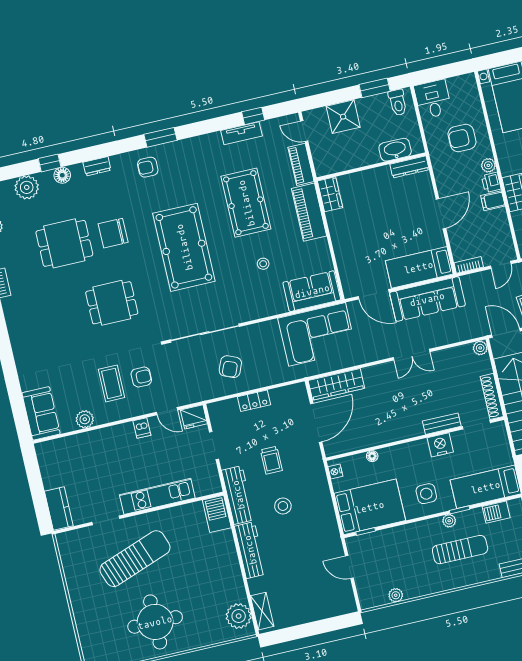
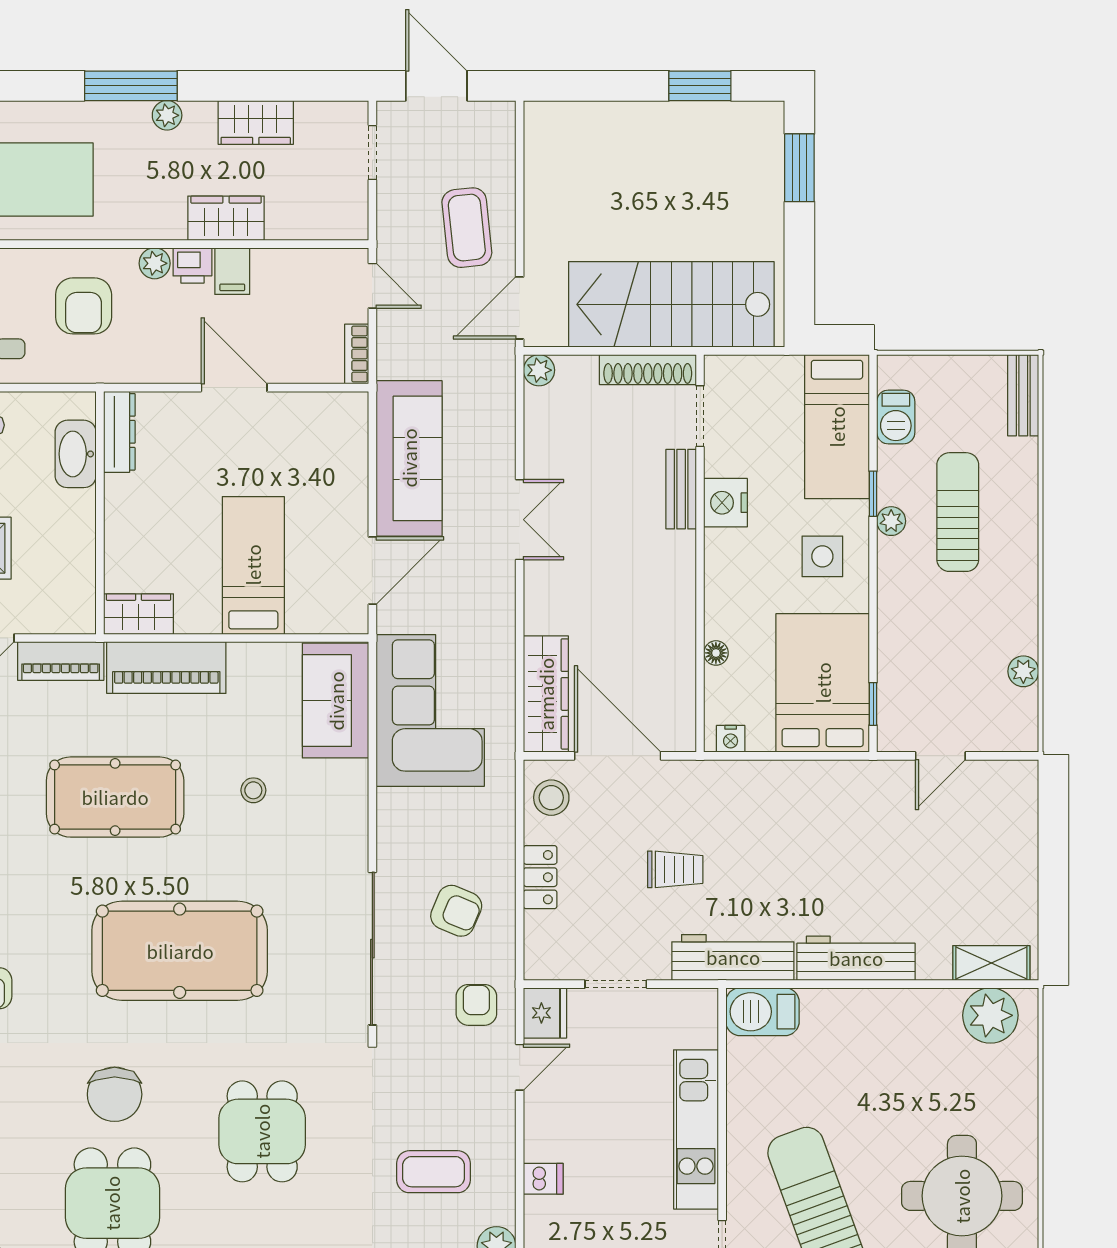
bed: (419, 267) -> (253, 565), moved, turned 180
armchair: (141, 377) -> (476, 1005), moved
dishwasher: (142, 428) -> (543, 1179), moved
stool: (283, 506) -> (551, 798), moved

